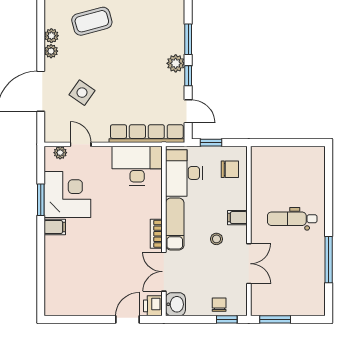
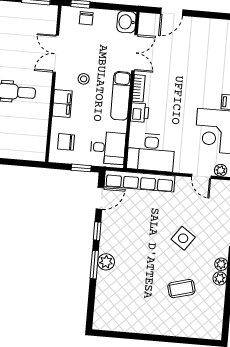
coffee table: (92, 21) -> (181, 289), width x0.73, depth x0.77
plant: (176, 63) -> (106, 262), moved
side table: (82, 93) -> (183, 238), moved
door: (188, 111) -> (100, 198), swing flipped
desk: (184, 173) -> (108, 148), width x0.73
filing cabinet: (237, 218) -> (62, 104), width x2.00
printer: (153, 306) -> (140, 113), moved

